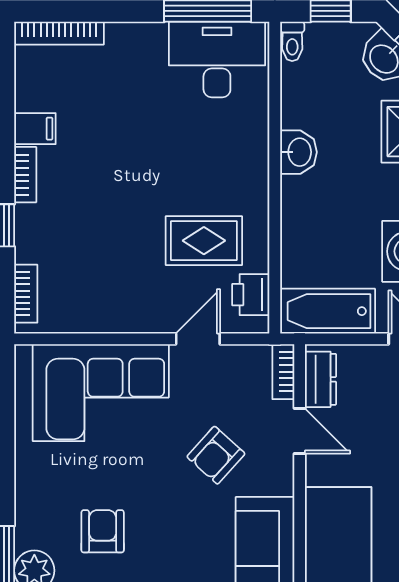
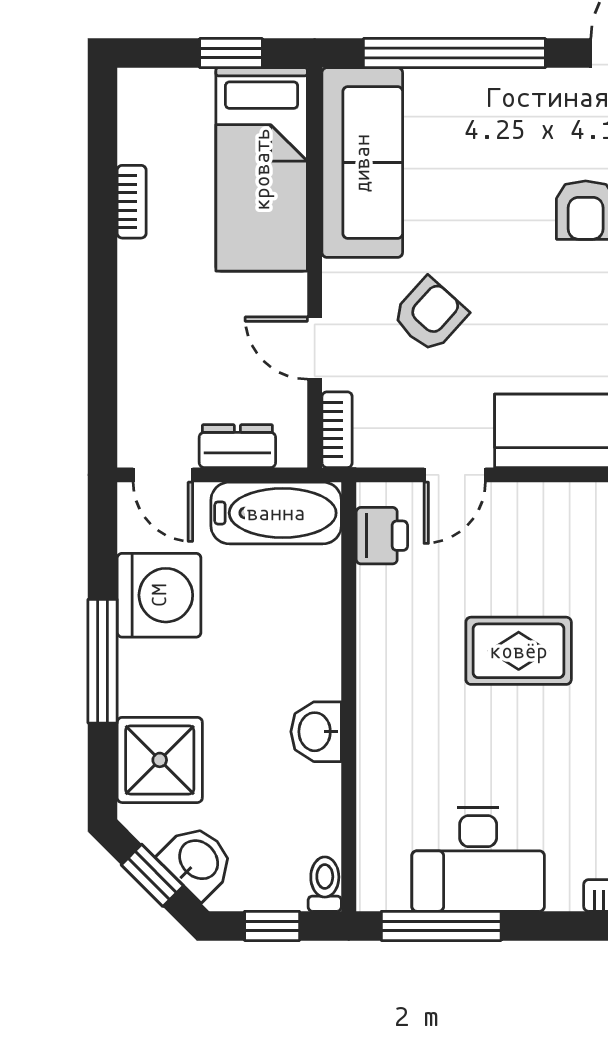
desk: (217, 59) -> (478, 859), moved
rug: (204, 241) -> (519, 651), moved
dresser: (321, 379) -> (237, 446), moved, turned 90

